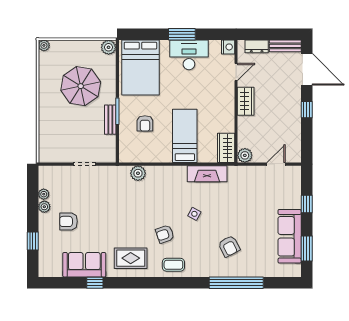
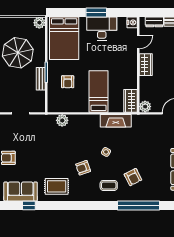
coffee table: (173, 265) -> (109, 185), moved

